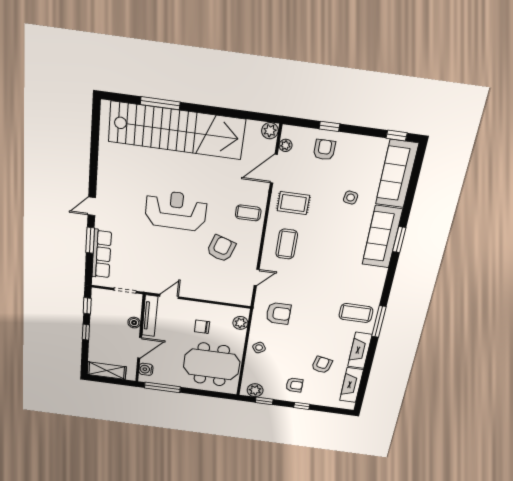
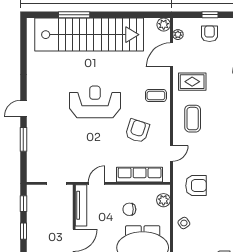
row of seats: (102, 254) -> (140, 175), moved, turned -90
boiler: (134, 323) -> (67, 214), removed

